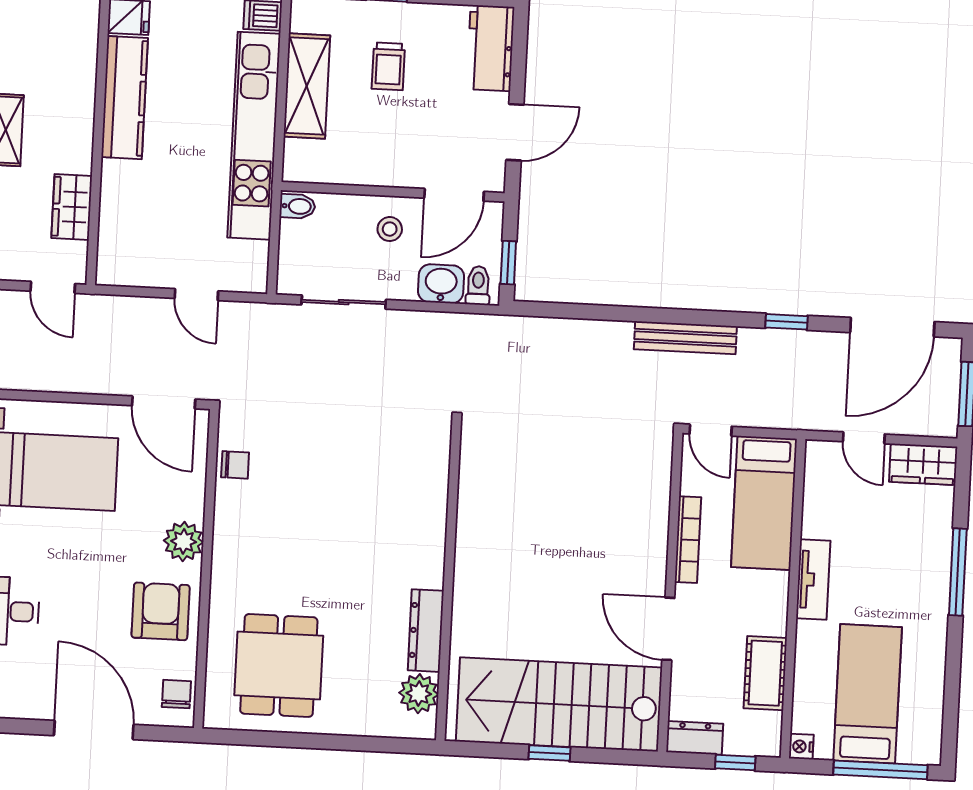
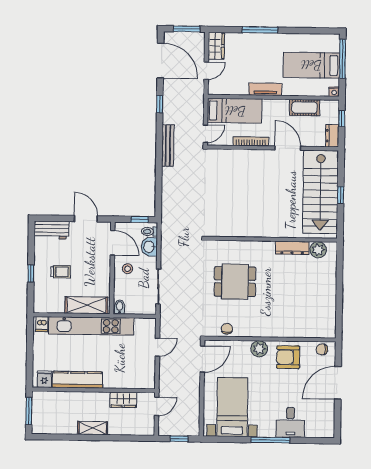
shelving: (307, 86) -> (86, 305), moved
door: (668, 629) -> (288, 148), swing flipped
dining table: (279, 665) -> (235, 282), moved

